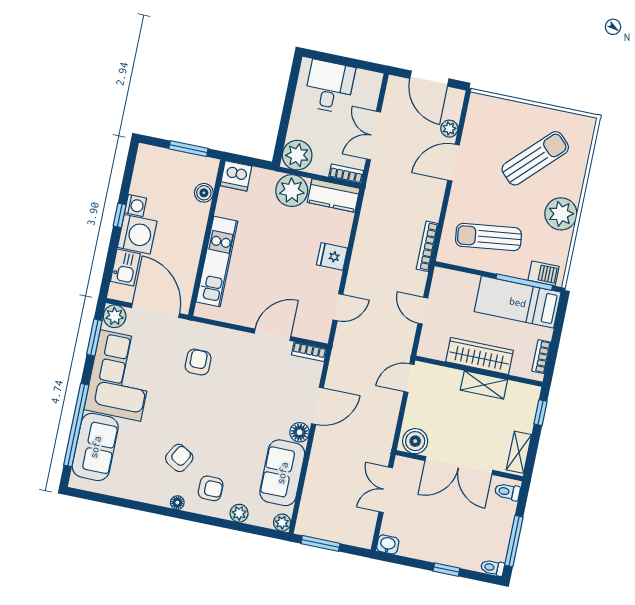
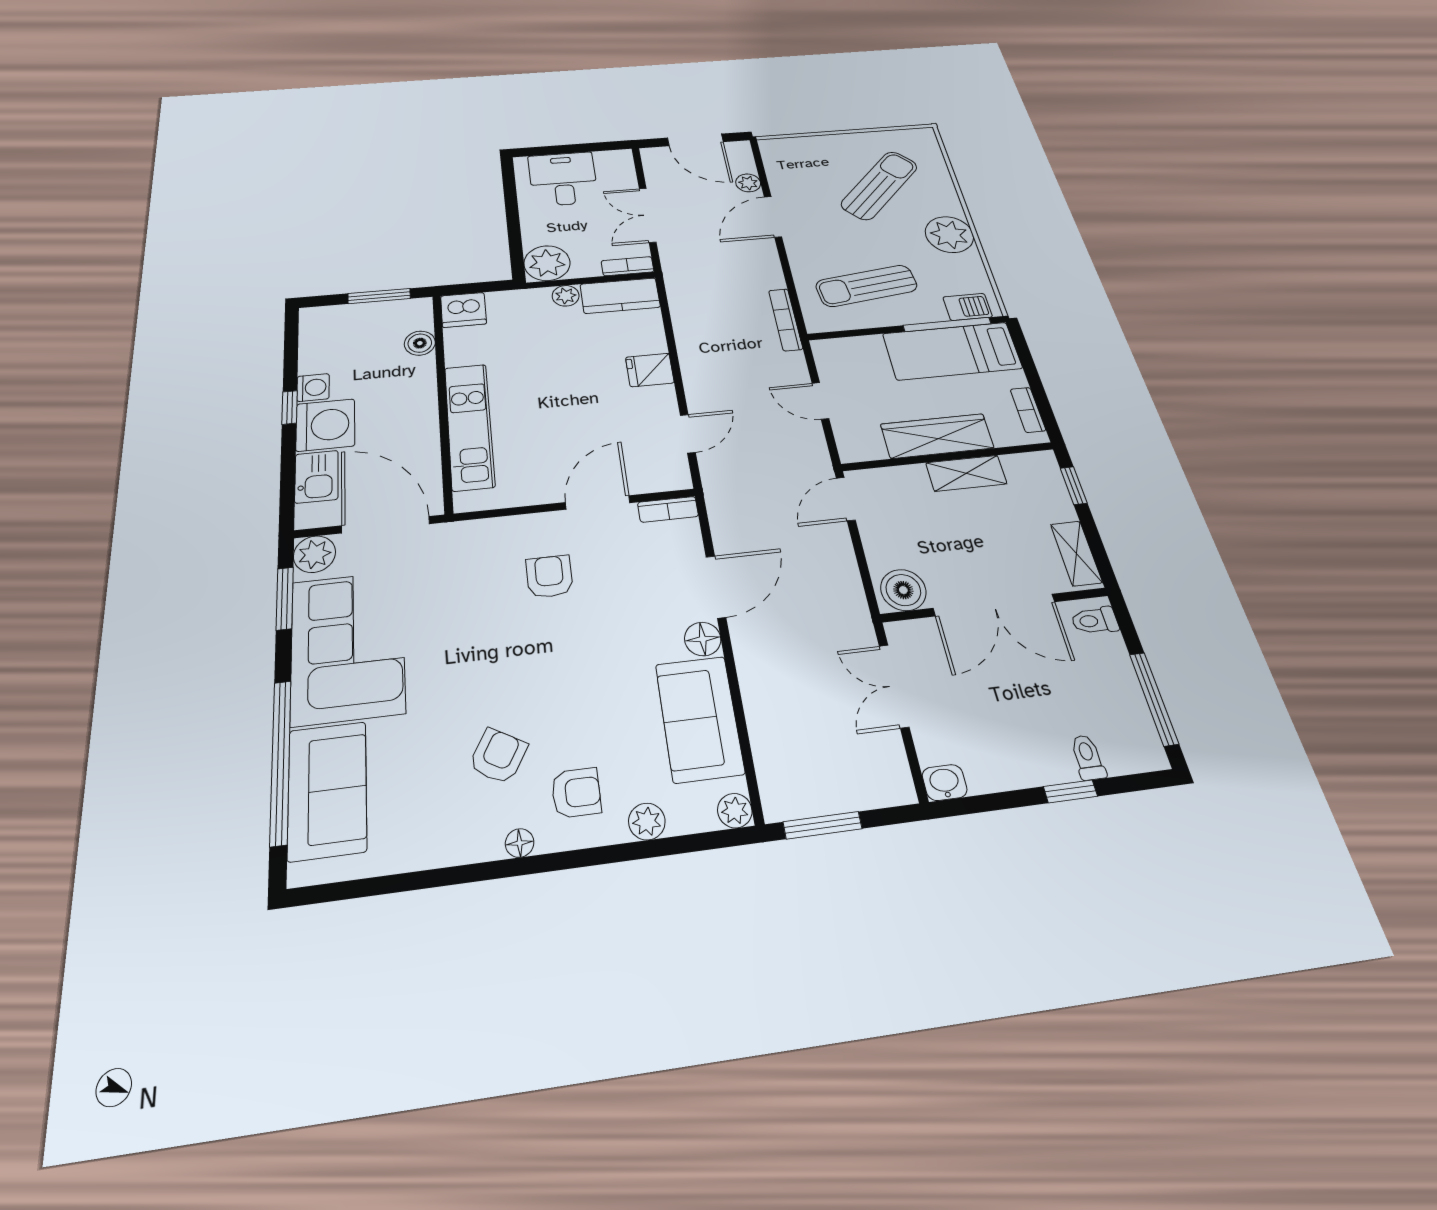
plant: (292, 191) -> (566, 296), width x0.53, depth x0.53
armchair: (198, 362) -> (549, 577), moved
toilet: (492, 568) -> (1088, 757), moved, turned 90

